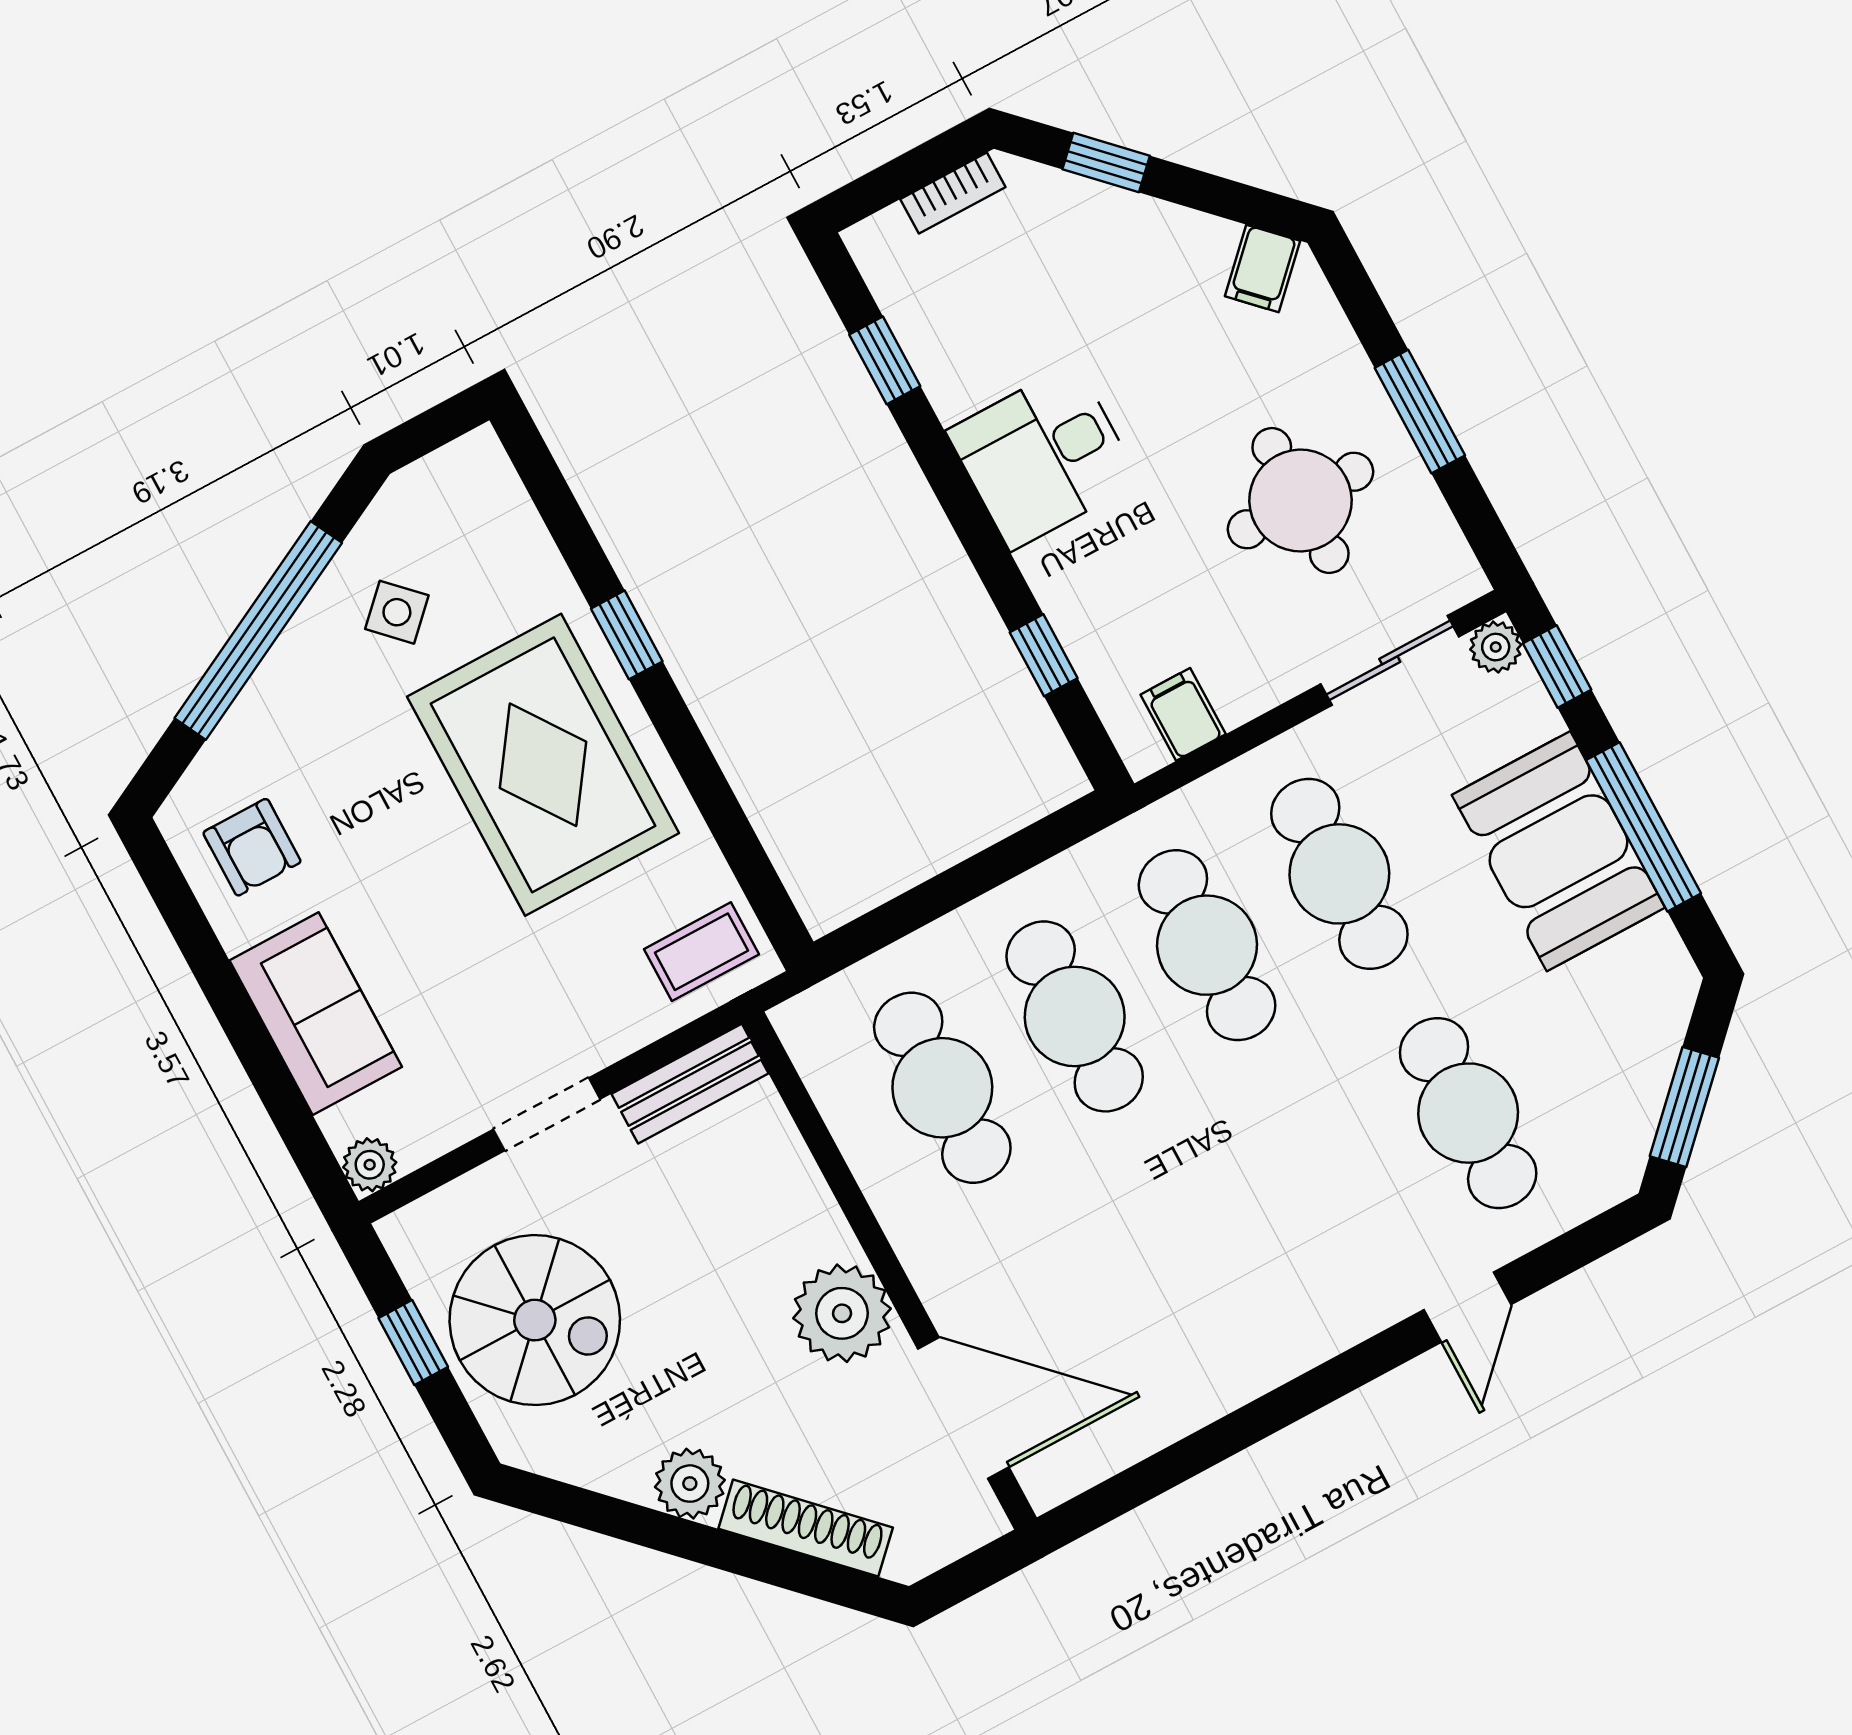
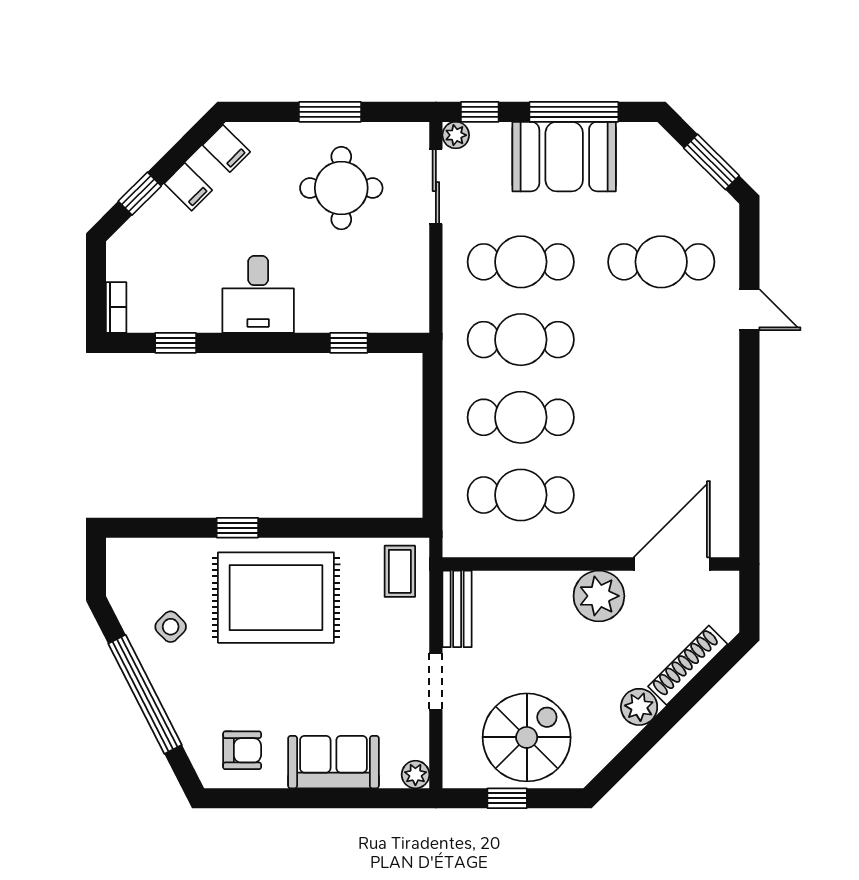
bookcase: (953, 193) -> (116, 307), moved
filing cabinet: (1183, 714) -> (188, 187), moved, turned -135

